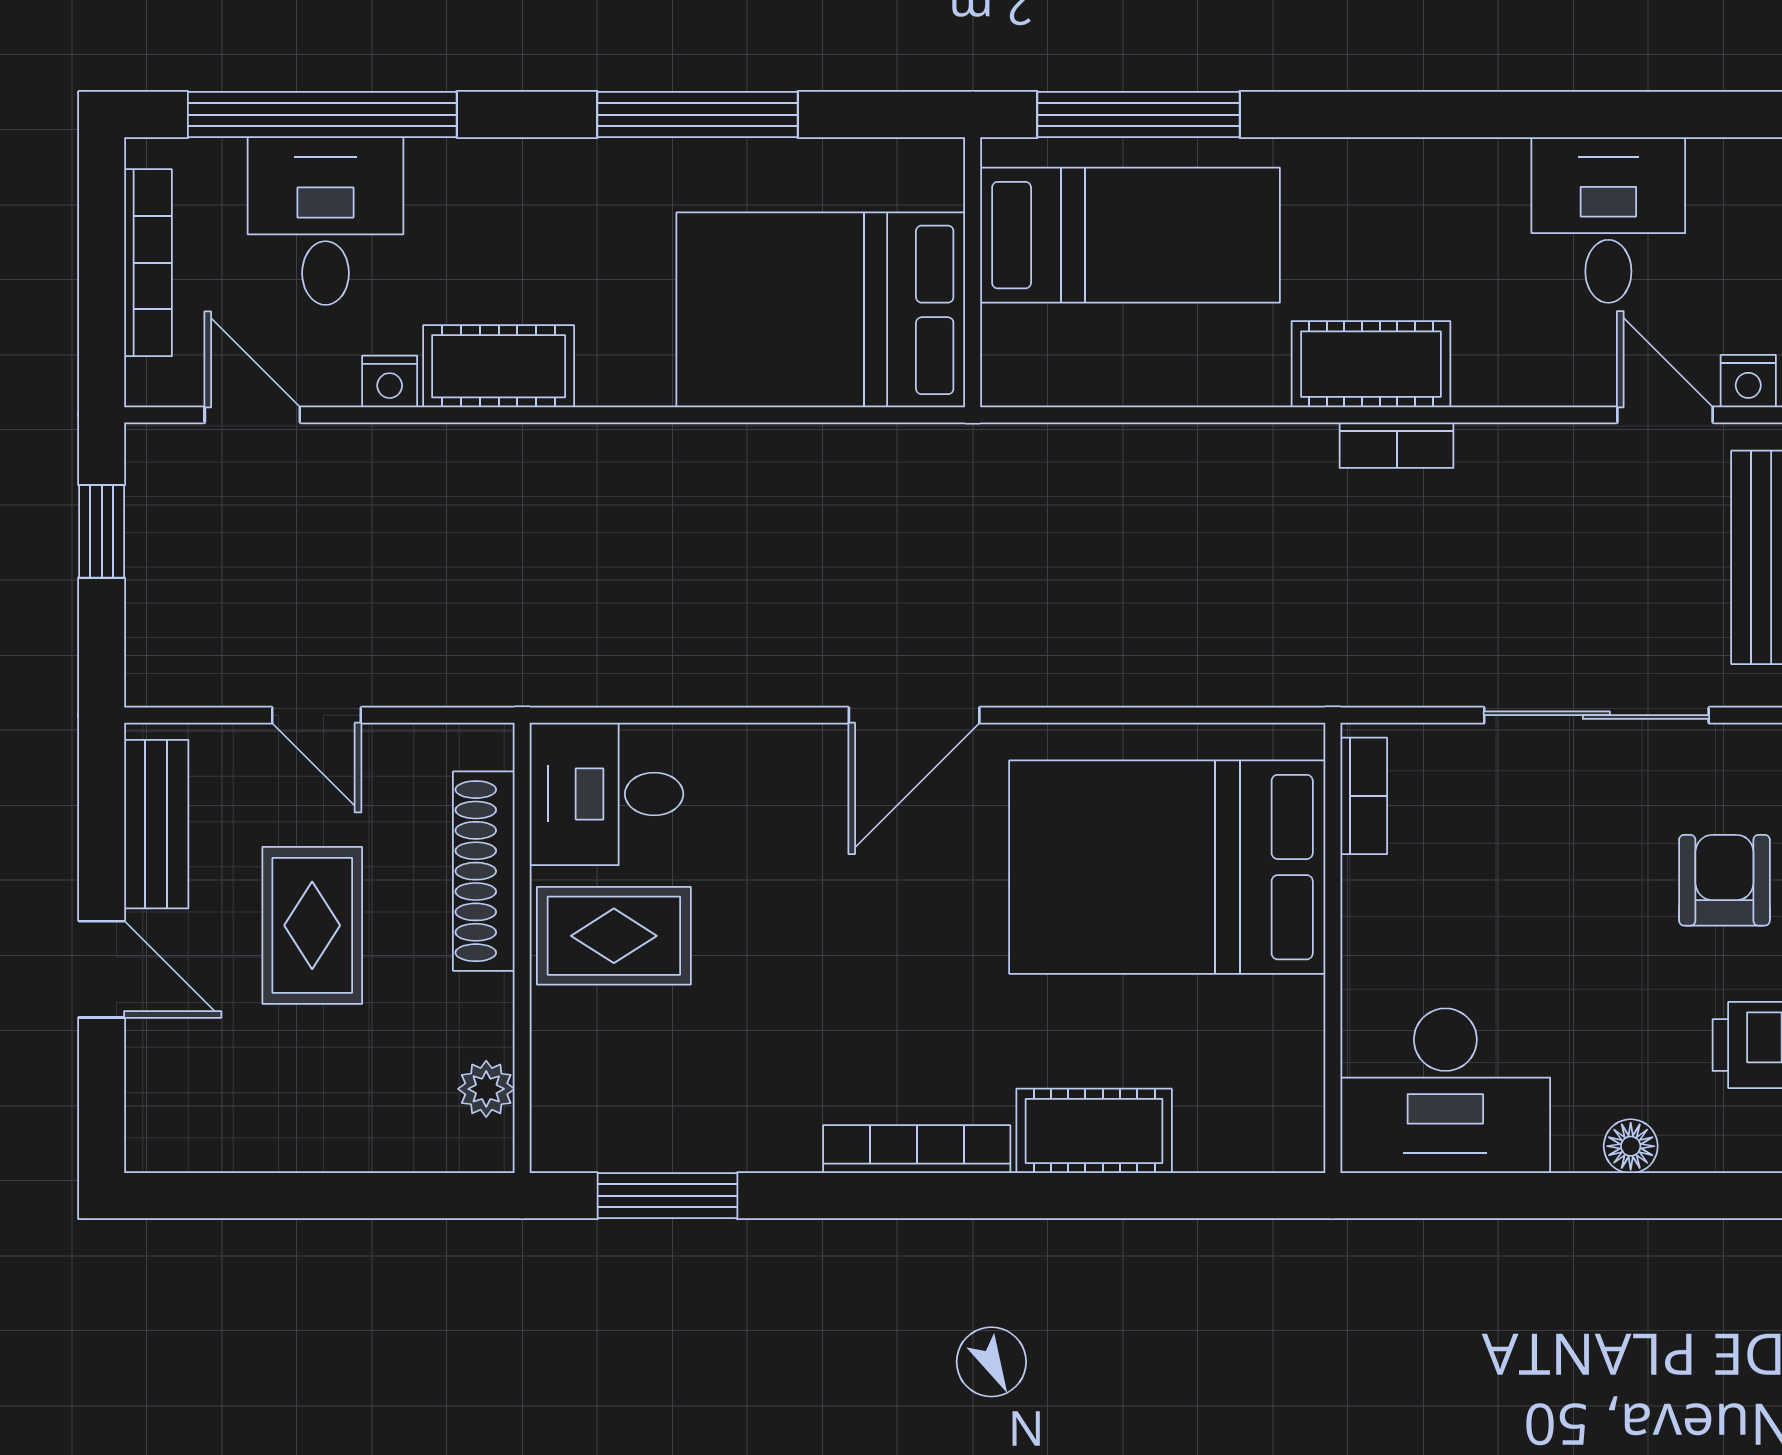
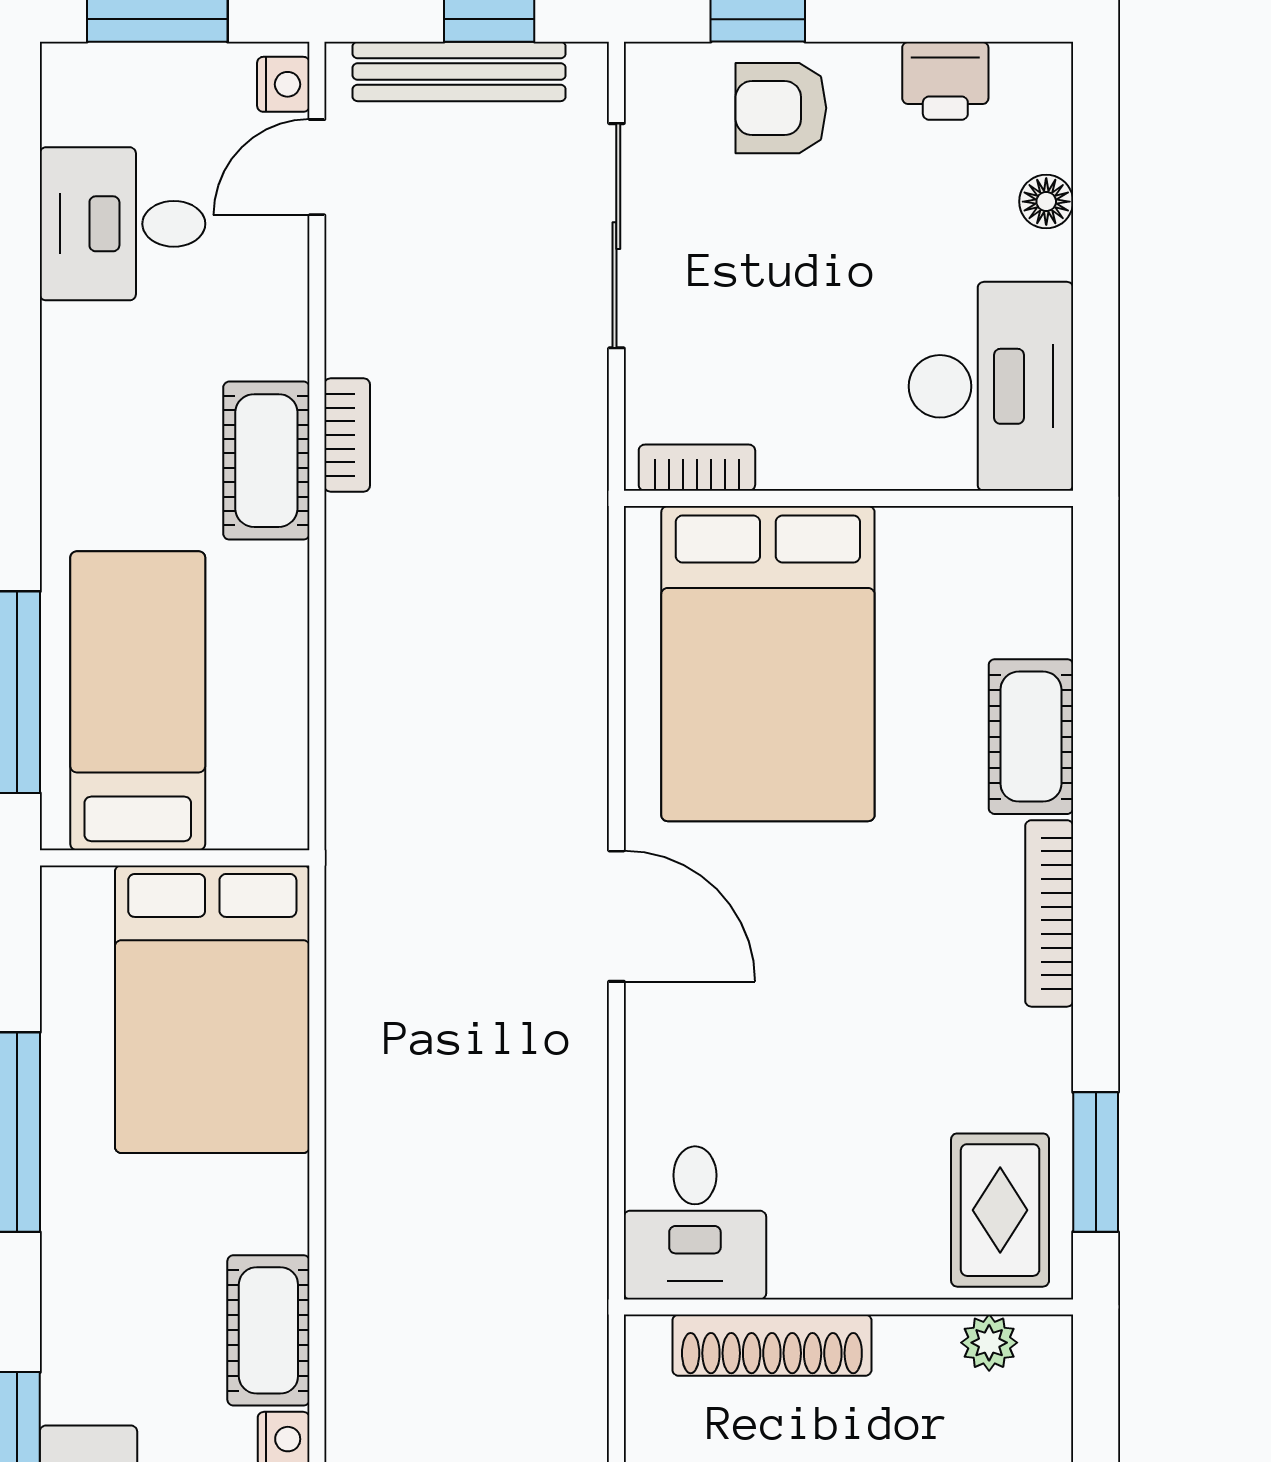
rug: (614, 936) -> (1000, 1210), moved

